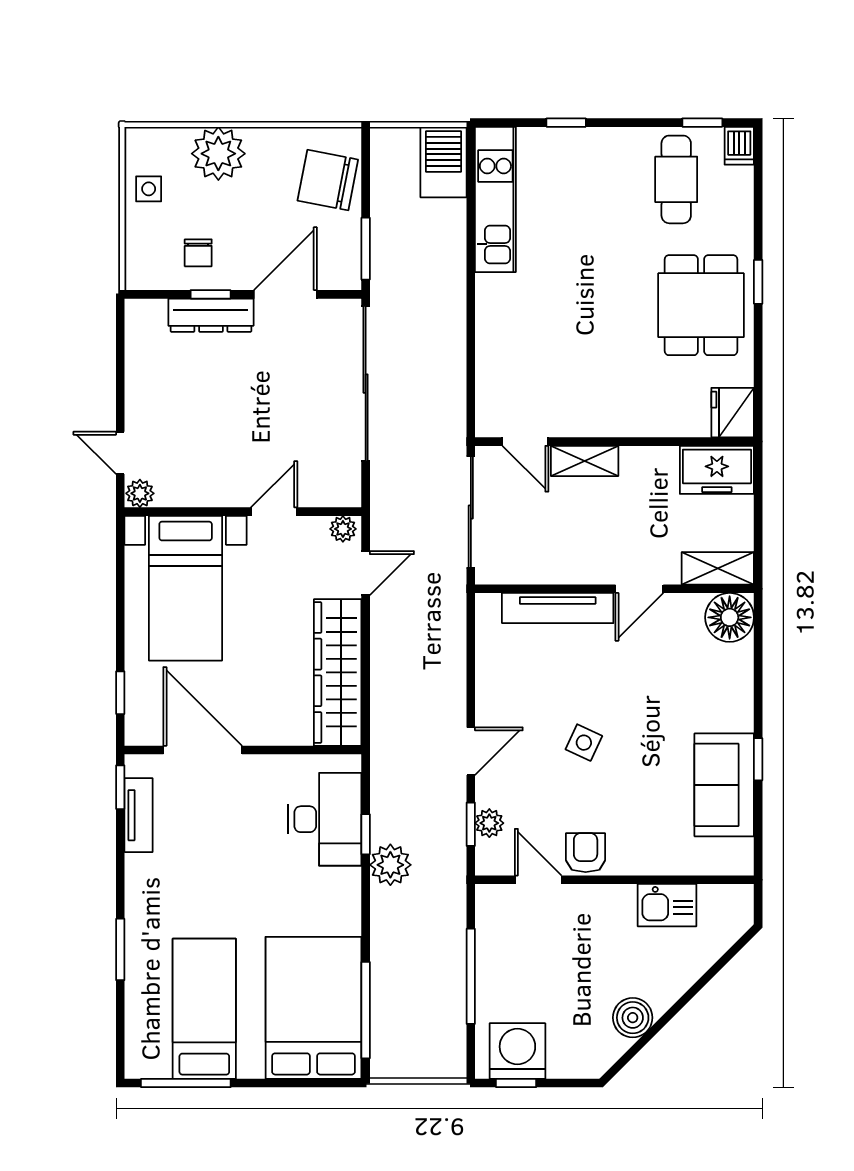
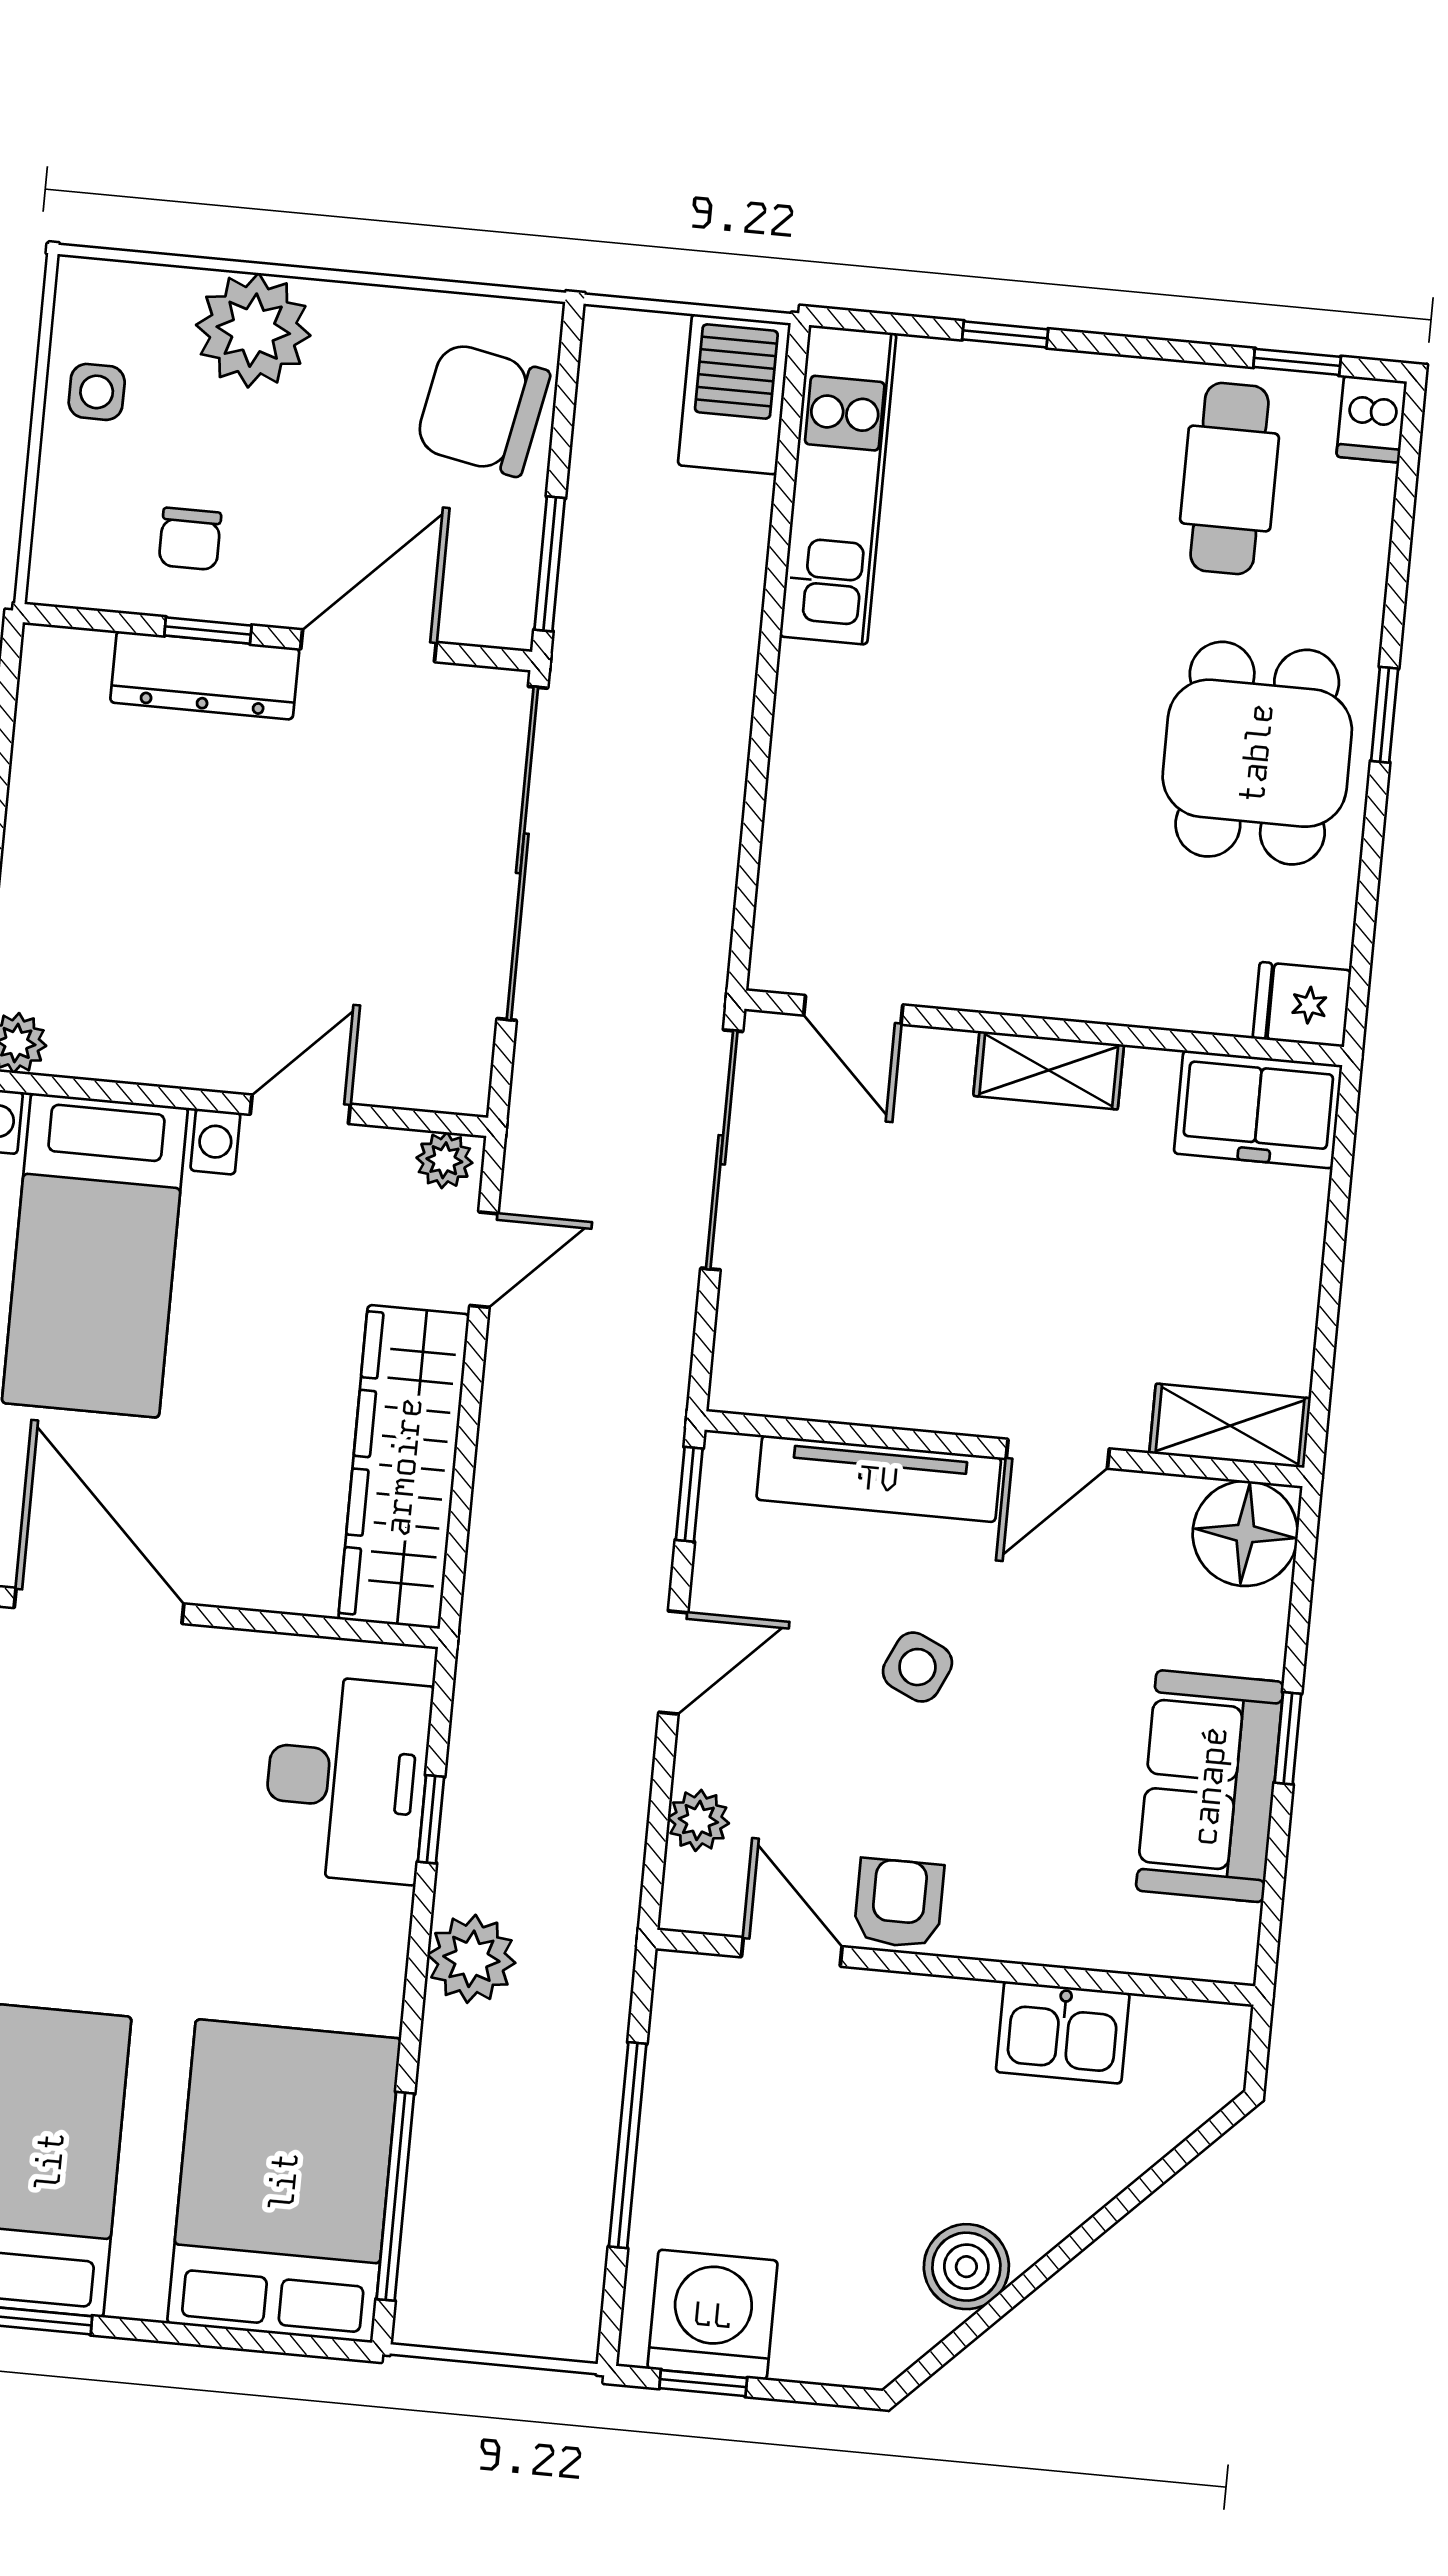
fridge: (733, 413) -> (1302, 1004), width x0.72
shelving: (585, 461) -> (1049, 1070), moved
shelving: (718, 568) -> (1230, 1426), moved
wall: (614, 589) -> (1004, 1449), moved
door: (639, 589) -> (1058, 1454), moved
tv unit: (558, 608) -> (879, 1479), moved
floor lamp: (730, 617) -> (1245, 1533), moved
window: (471, 824) -> (689, 1494), moved
plant: (390, 865) -> (471, 1959), moved

